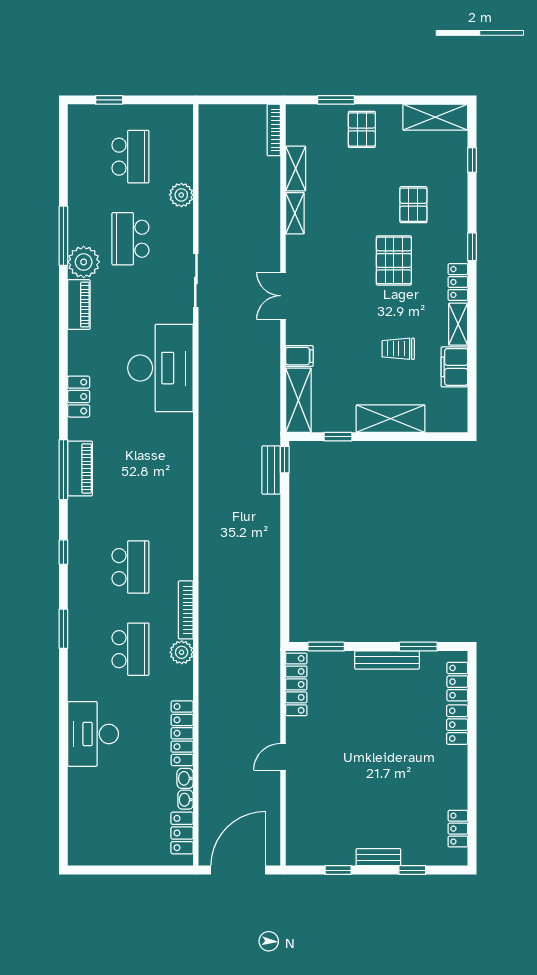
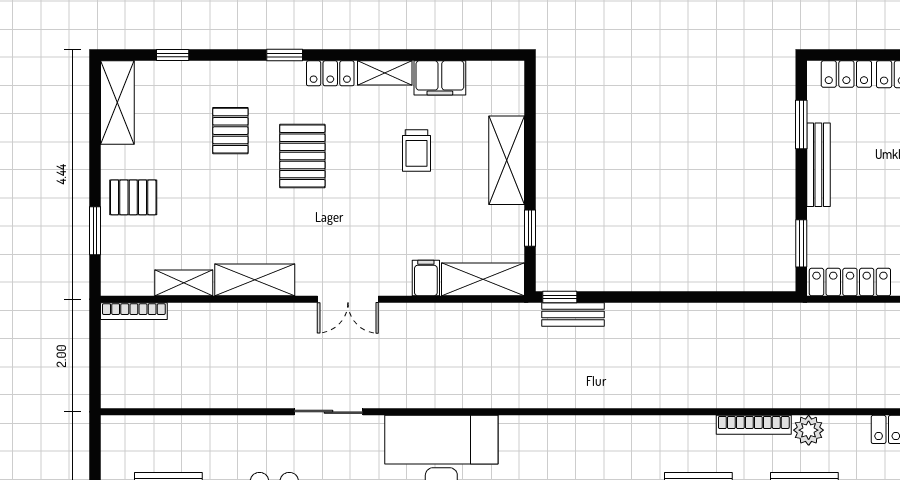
plant: (181, 195) -> (218, 431), removed
pallet: (413, 205) -> (230, 131), turned 90
shelving: (295, 213) -> (255, 280), width x1.50, depth x1.33
pallet: (394, 260) -> (302, 156), turned 90

